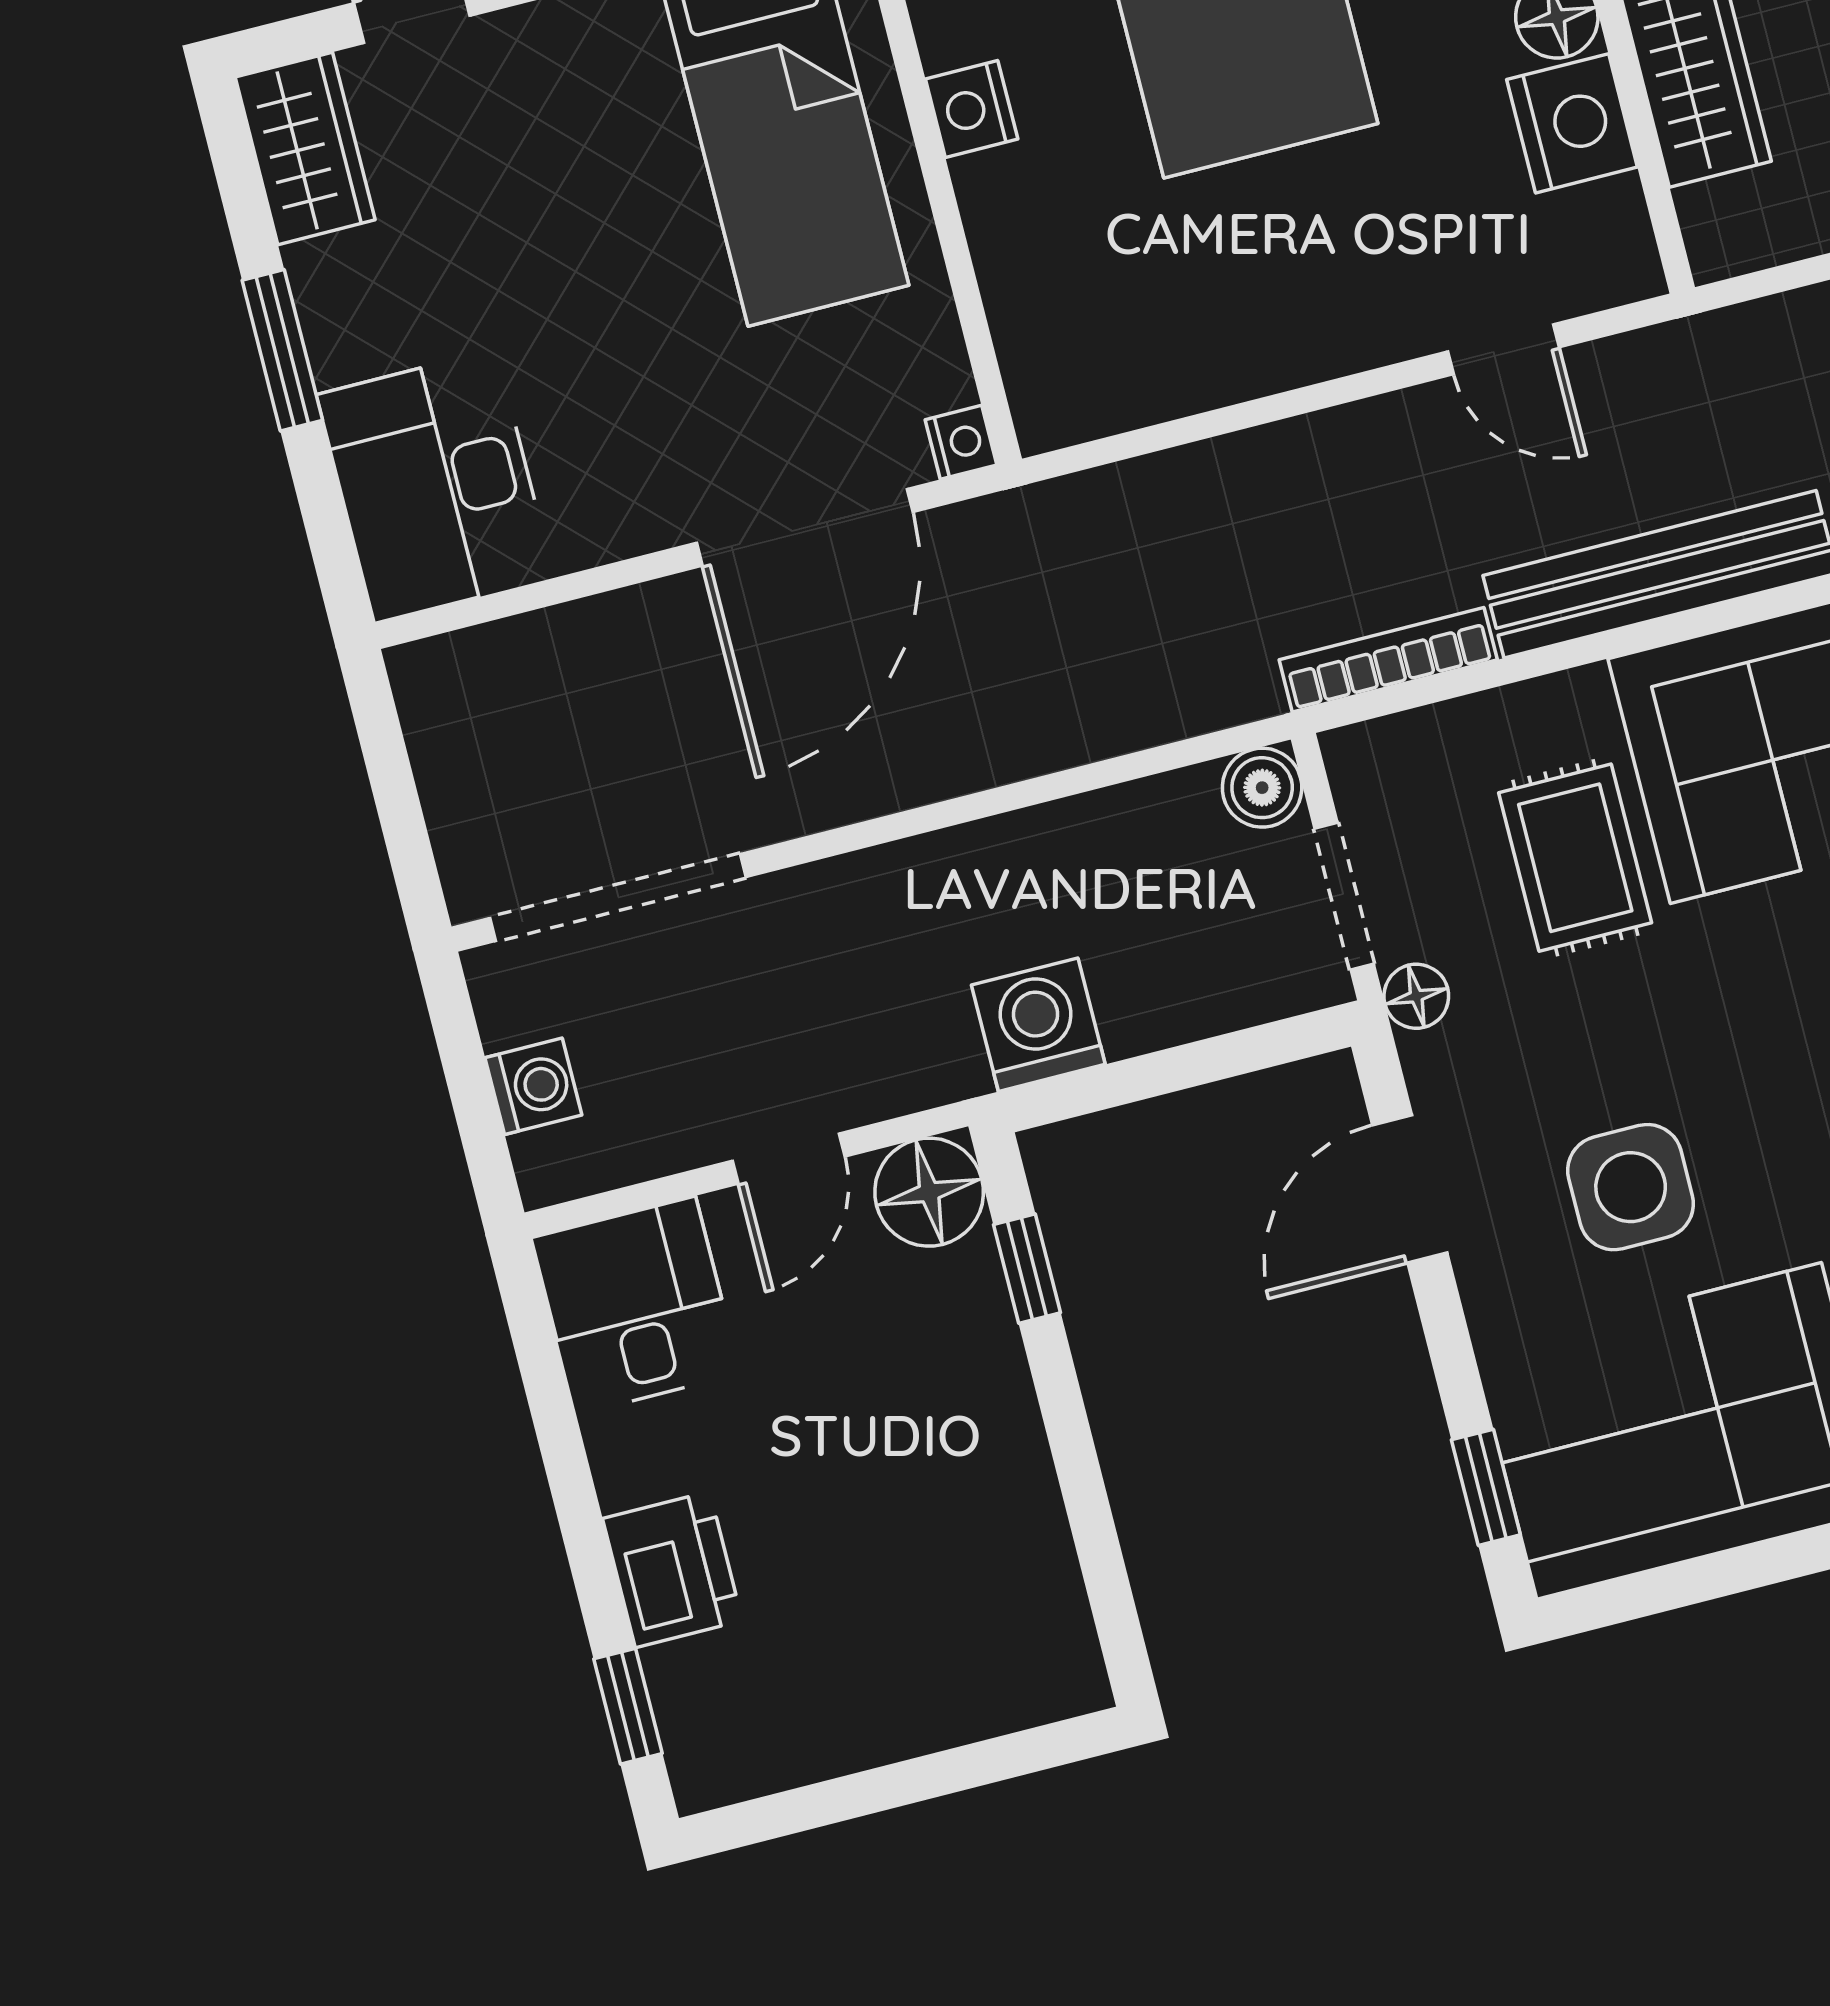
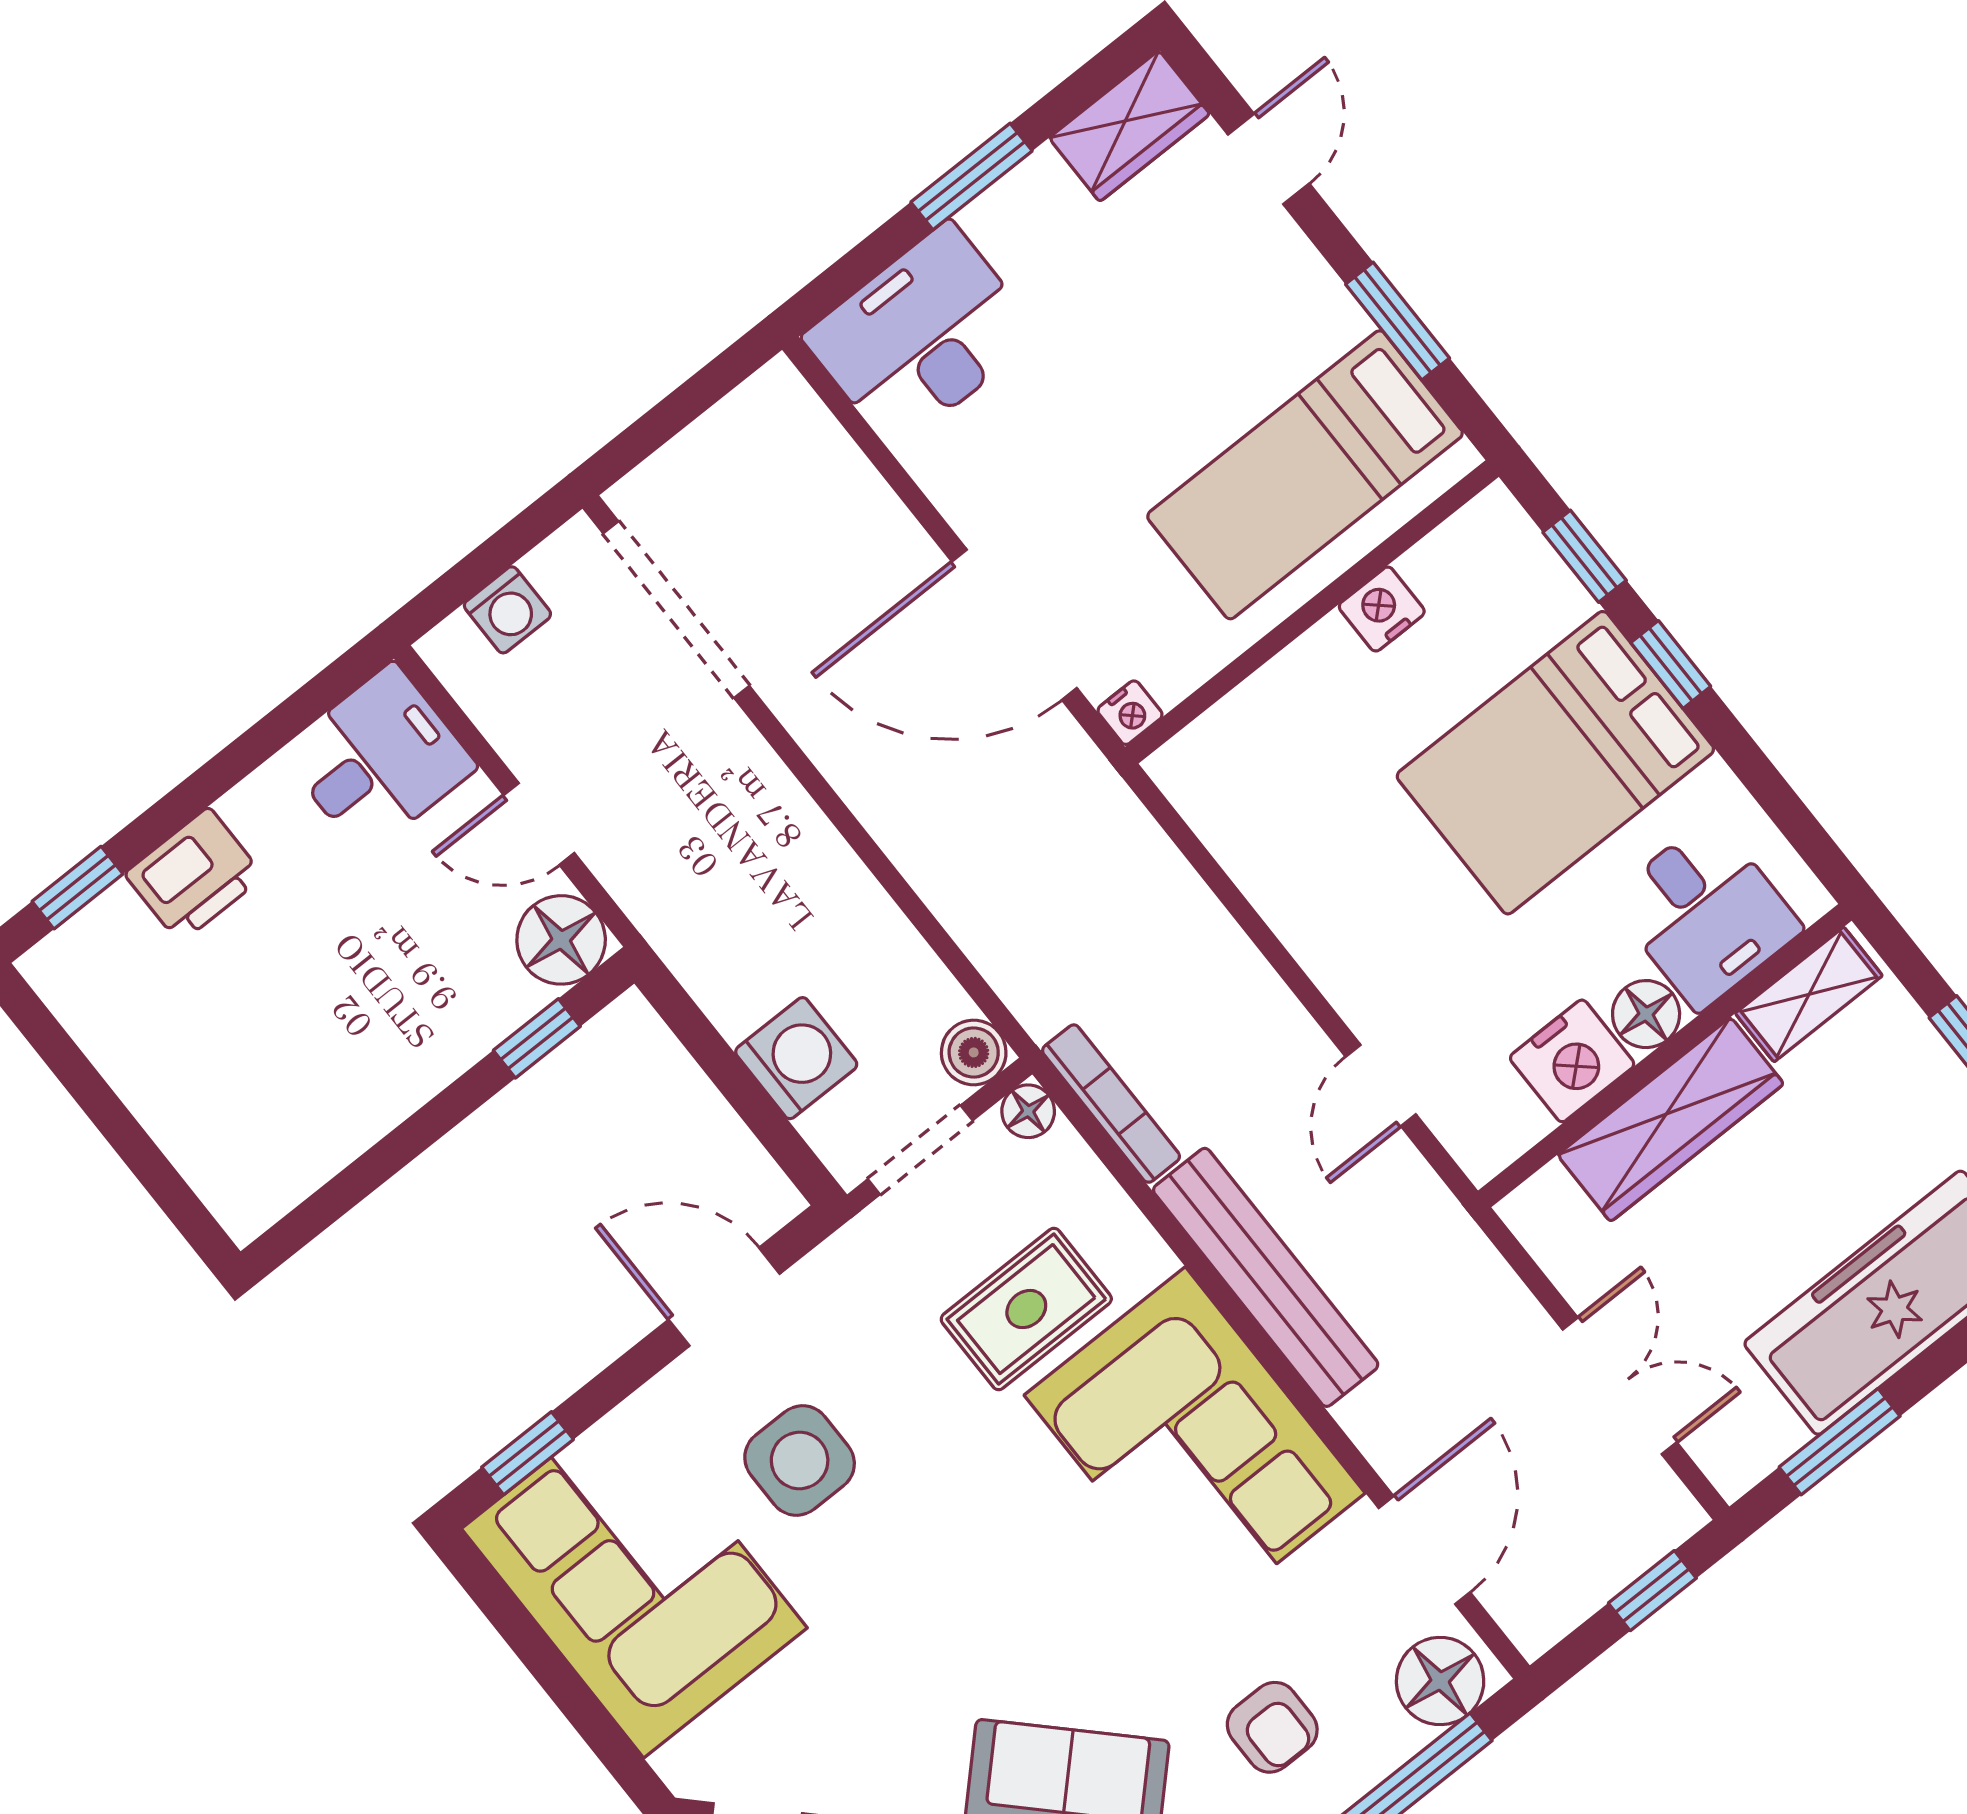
floor lamp: (1416, 996) -> (1028, 1111), moved
washing machine: (1038, 1025) -> (796, 1058), moved

